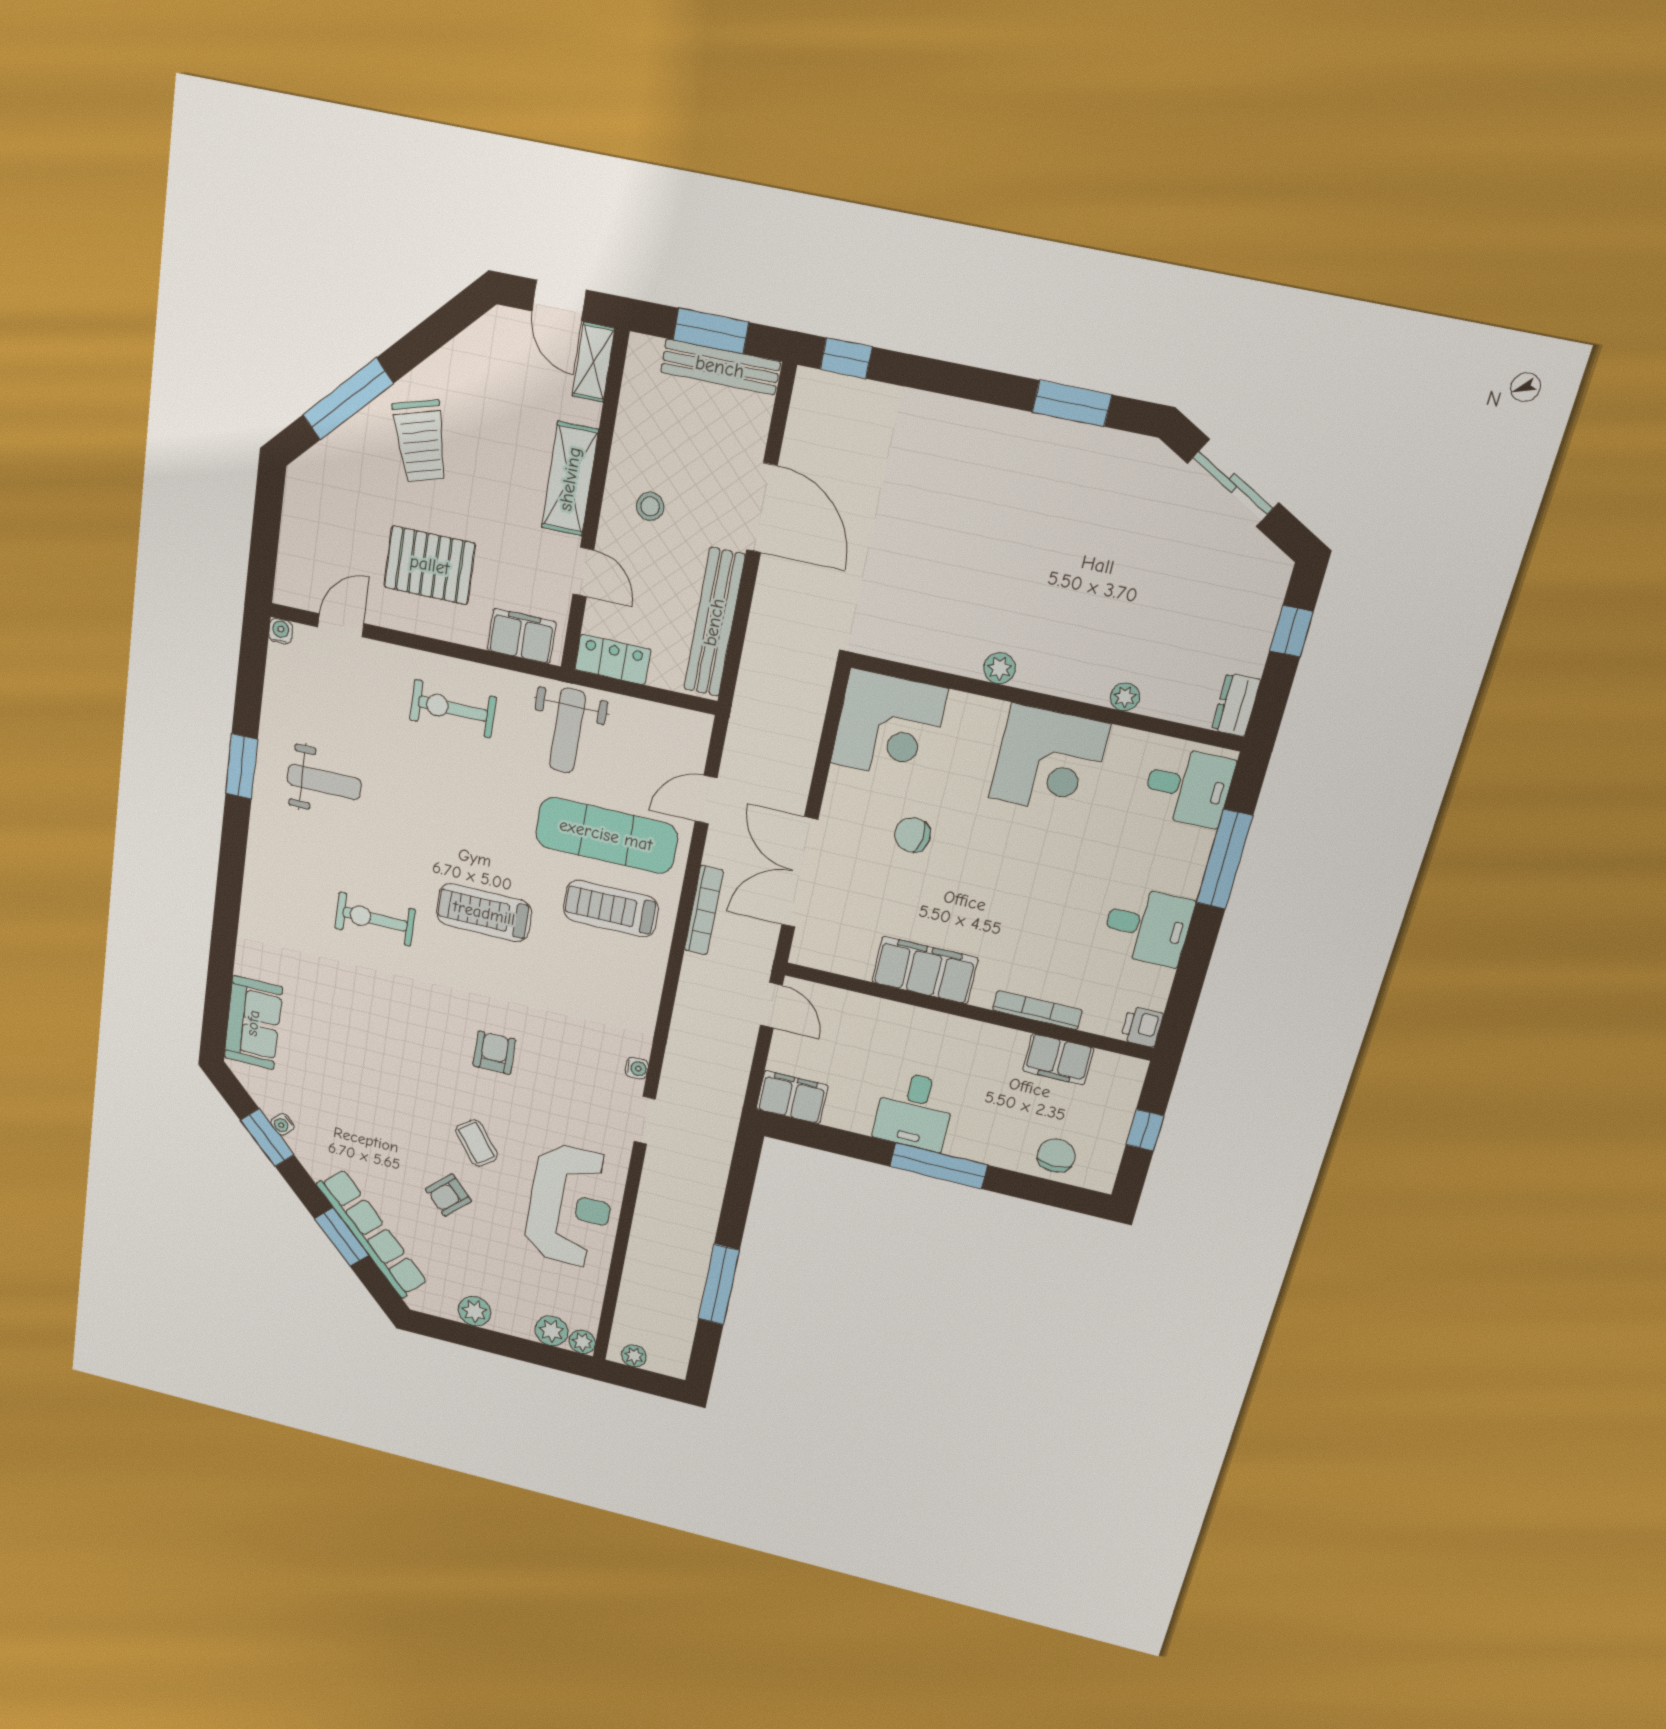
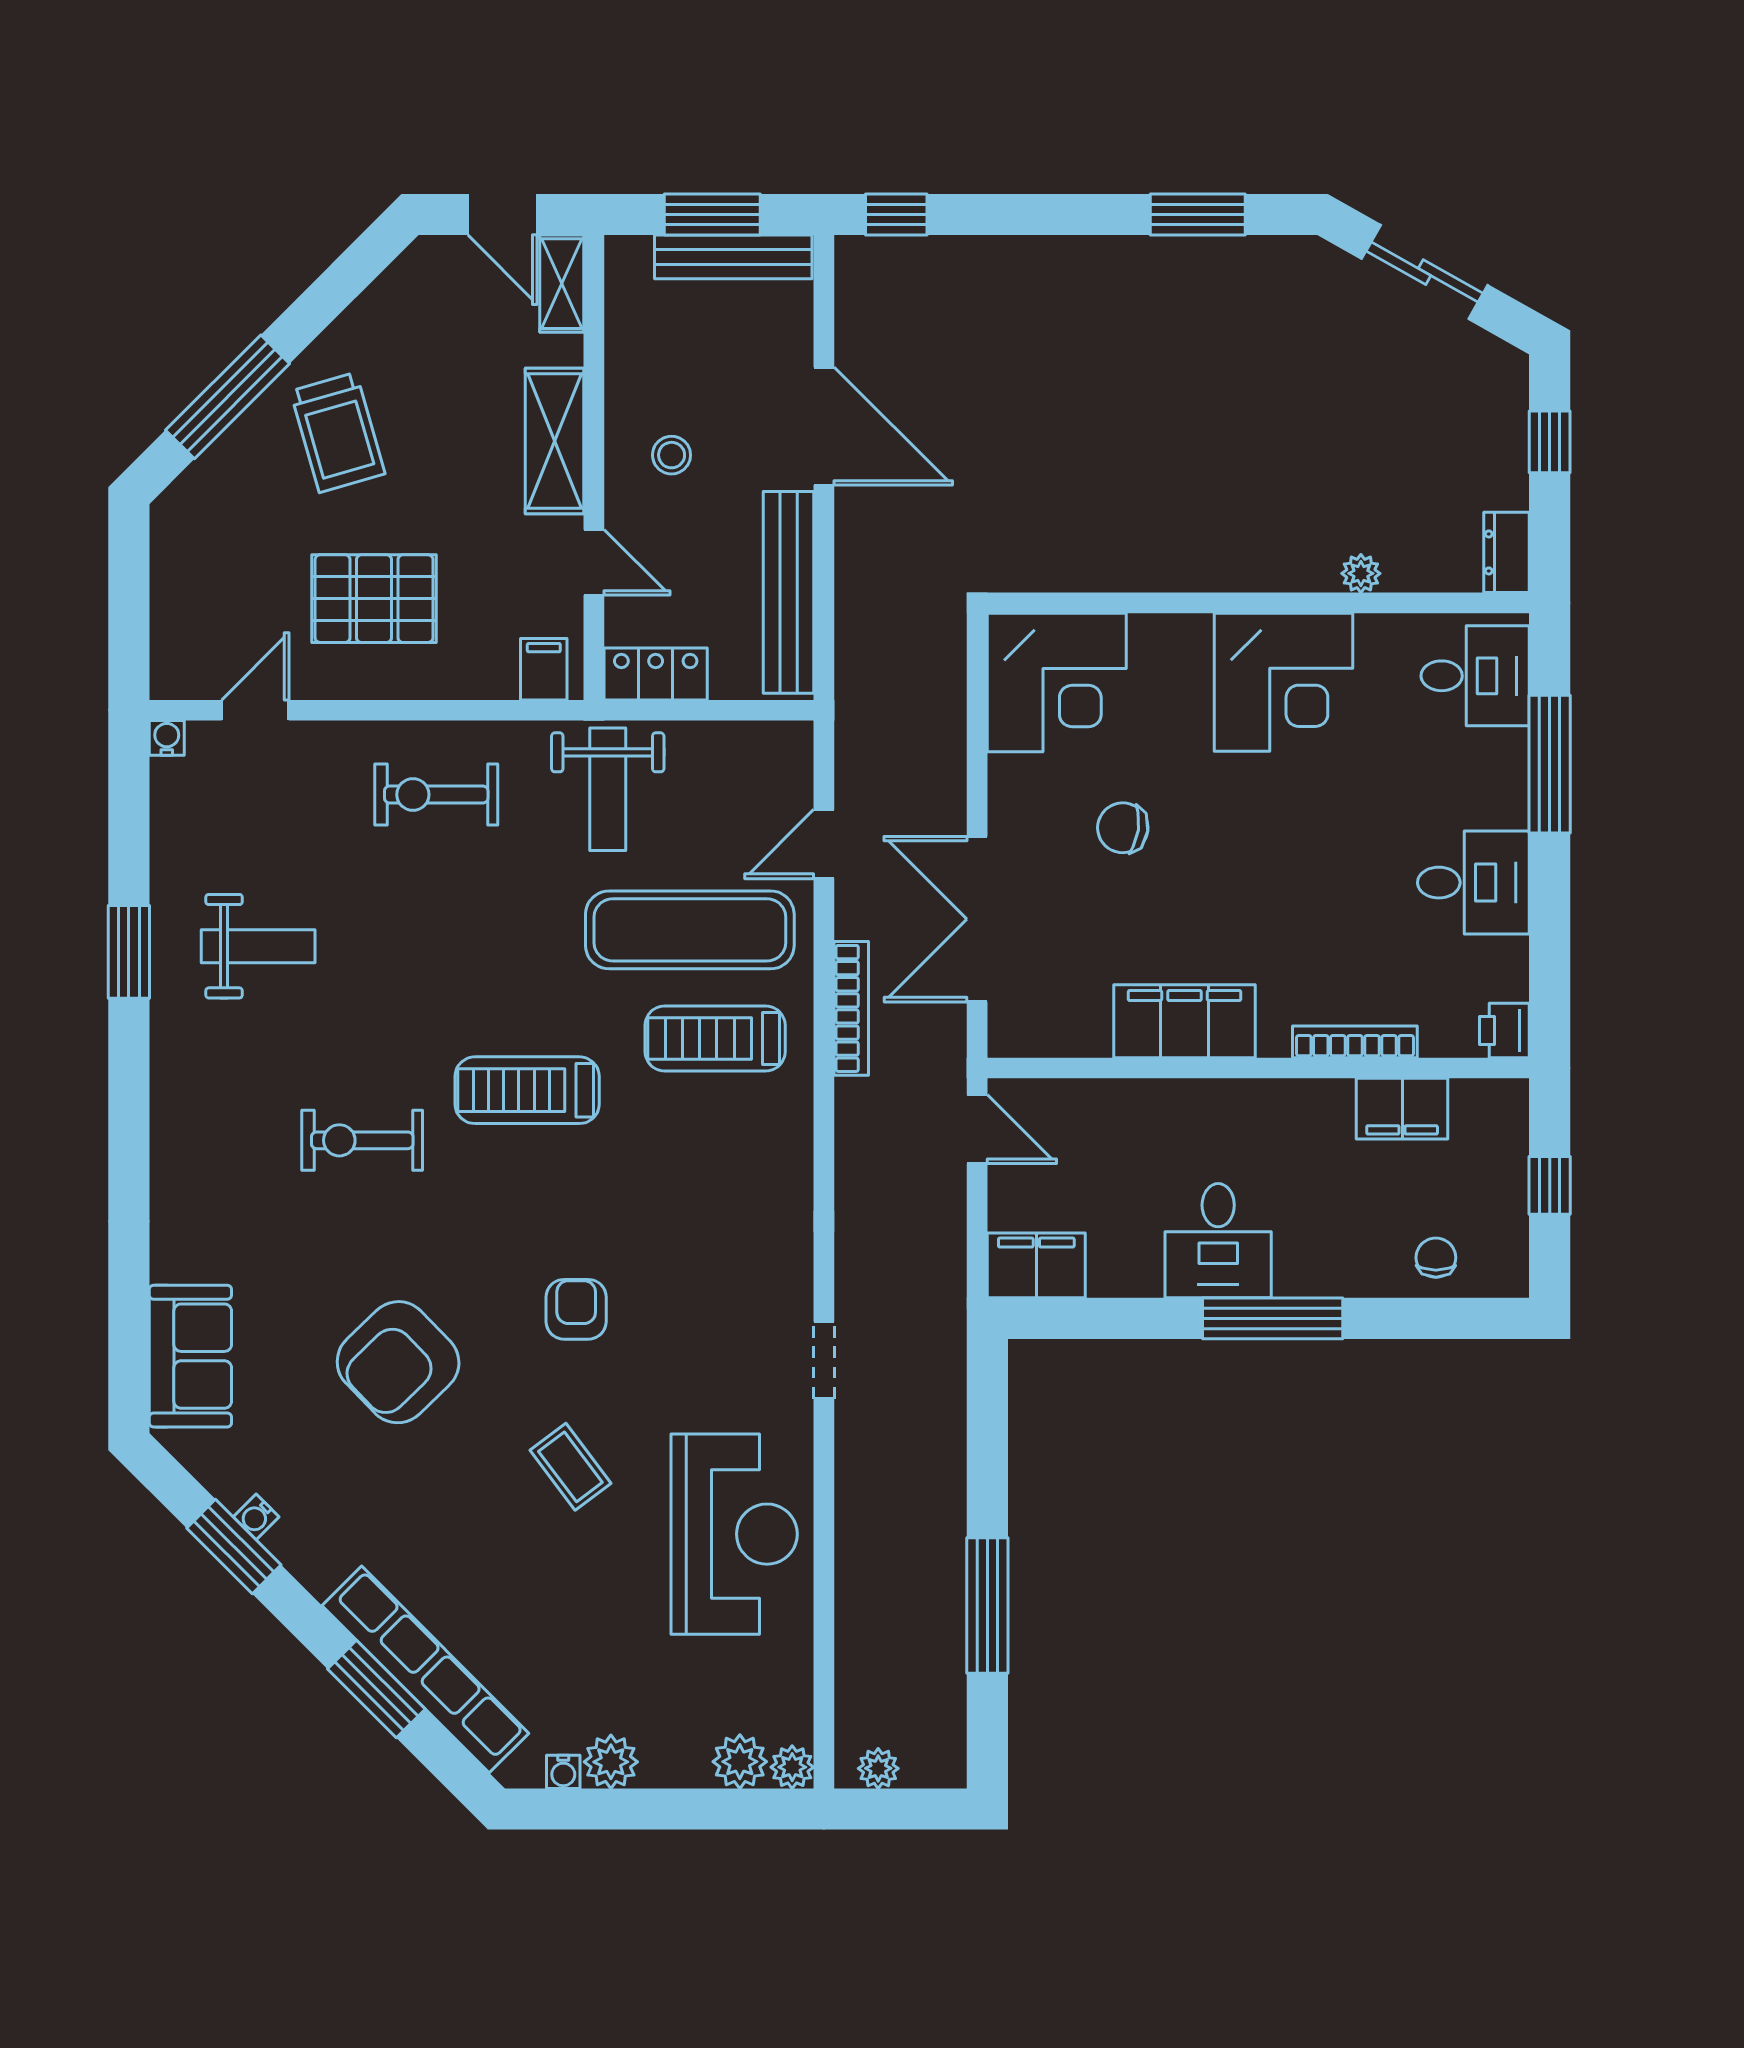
filing cabinet: (522, 636) -> (544, 669), width x0.50
plant: (1000, 668) -> (1187, 571), removed
water cooler: (637, 1068) -> (563, 1772), moved, turned 90
chair: (1056, 1156) -> (1436, 1258), width x0.73, depth x0.73
armchair: (448, 1195) -> (398, 1362), moved, width x1.88, depth x1.88

